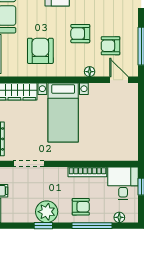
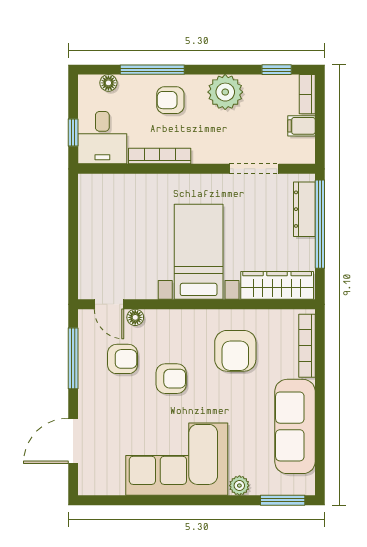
floor lamp: (90, 72) -> (135, 317), moved
window: (43, 226) -> (277, 70), moved

